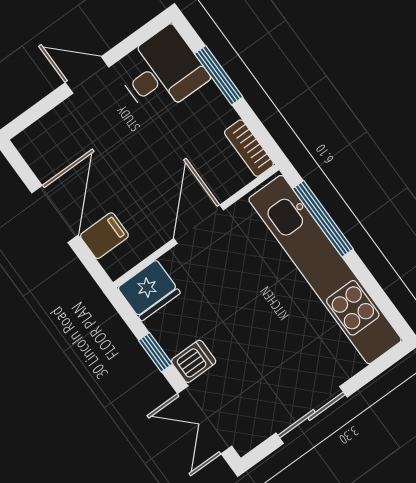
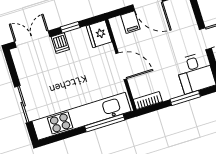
sliding door: (312, 415) -> (23, 104), moved

